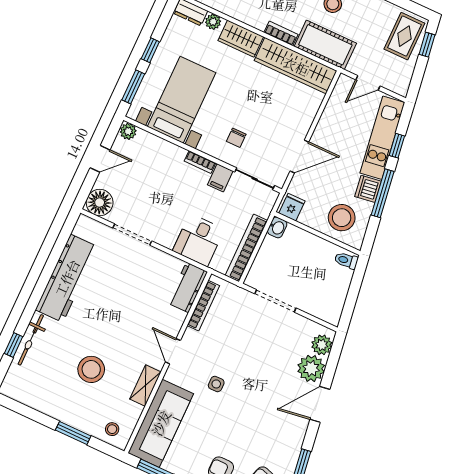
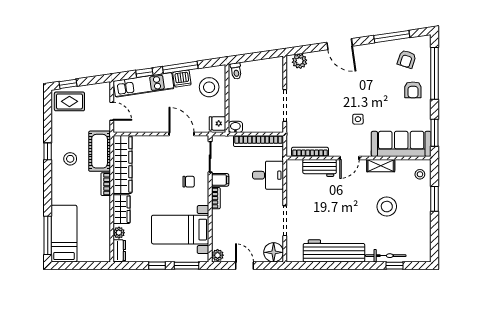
workbench: (188, 287) -> (320, 168), moved
plant: (311, 368) -> (318, 61), removed

